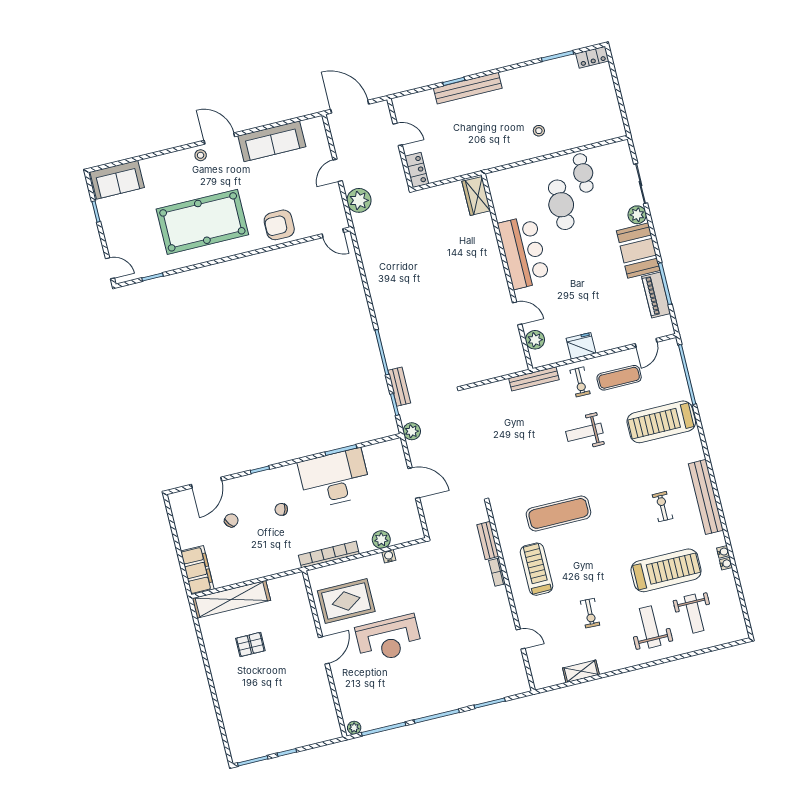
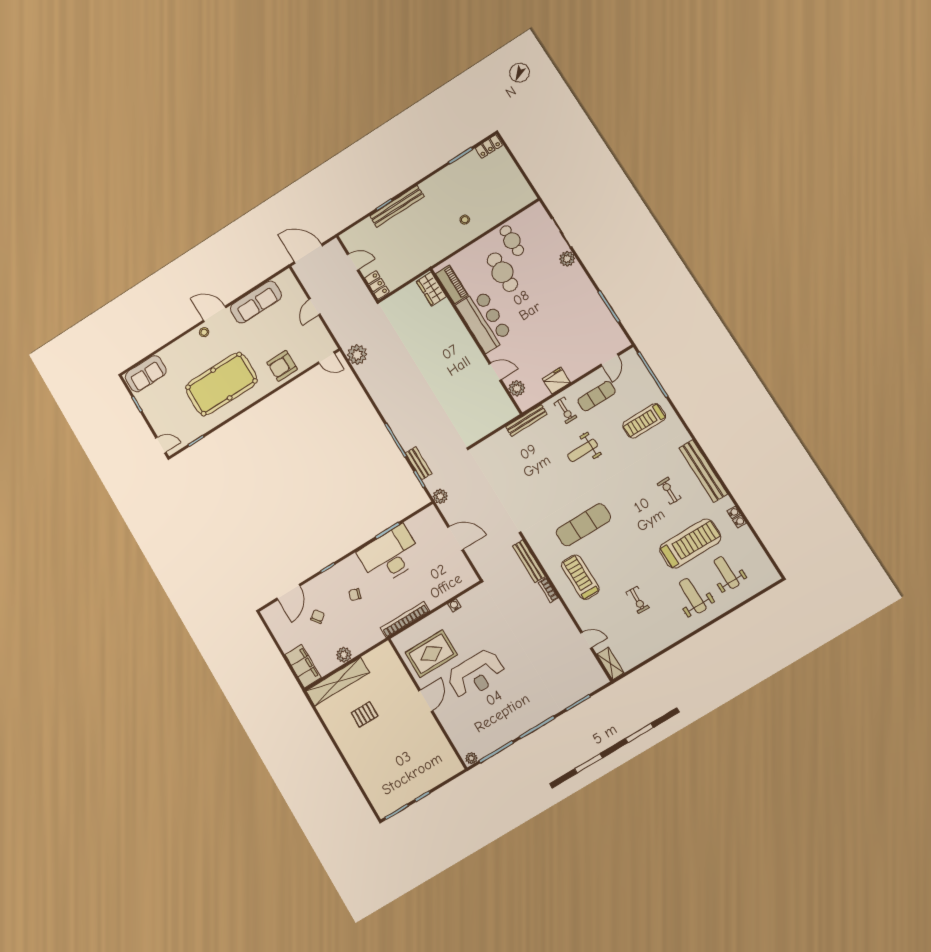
plant: (359, 200) -> (357, 355), moved
booth: (638, 251) -> (578, 287), removed
piano: (656, 295) -> (452, 284), moved, turned 180
treadmill: (661, 422) -> (644, 421), width x0.73, depth x0.73
plant: (381, 540) -> (344, 655), moved
bench: (488, 540) -> (529, 561), width x1.36
weight bench: (694, 614) -> (727, 572), turned 180
shelving: (581, 671) -> (610, 664), moved, turned 90

